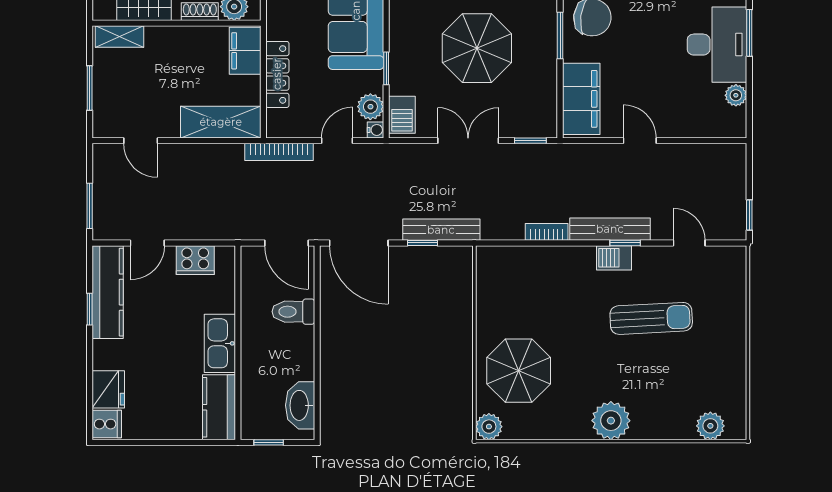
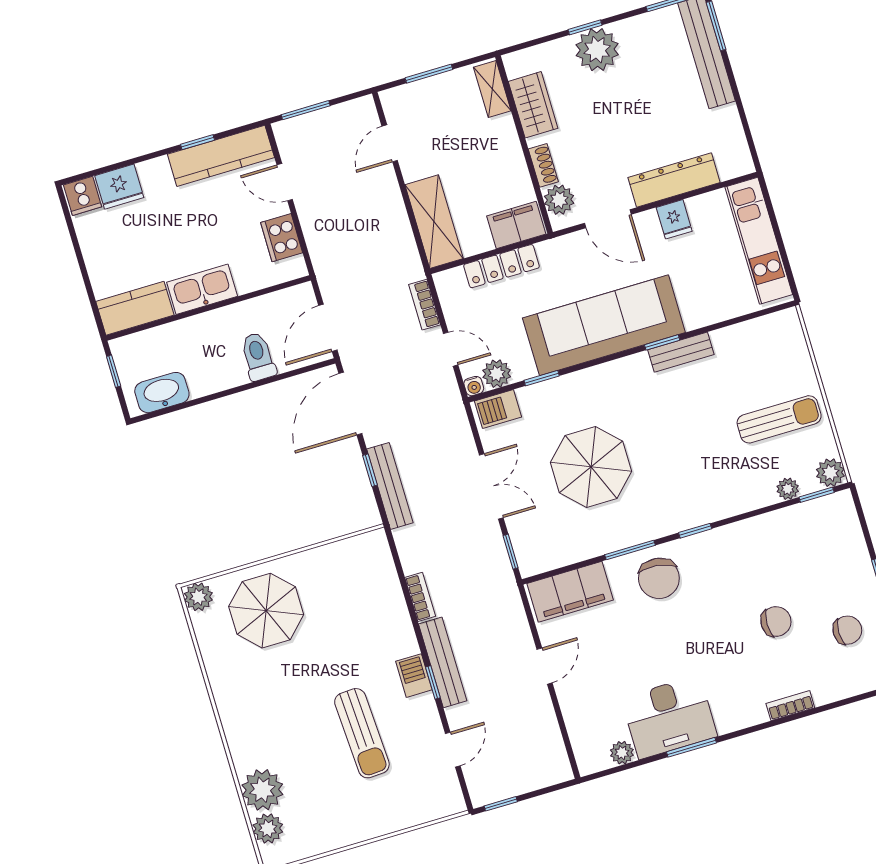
bookcase: (279, 152) -> (425, 305), width x0.64
plant: (611, 421) -> (262, 790), moved

